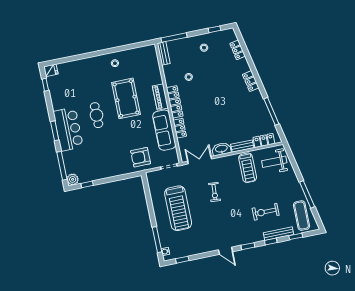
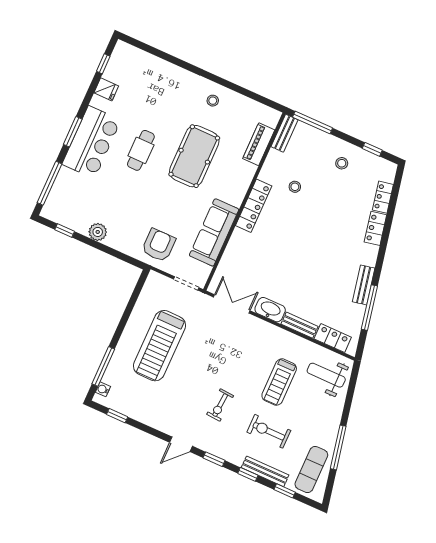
fridge: (51, 70) -> (106, 89), moved
locker: (251, 81) -> (375, 228), moved
piano: (160, 97) -> (259, 144), moved
bench: (260, 102) -> (364, 285), added
locker: (180, 128) -> (236, 244), removed
armchair: (141, 157) -> (159, 245), turned 90
treadmill: (248, 168) -> (279, 382), moved
plant: (73, 179) -> (98, 232), moved
exercise bike: (214, 192) -> (220, 405), moved
door: (225, 251) -> (181, 444), hinge flipped

